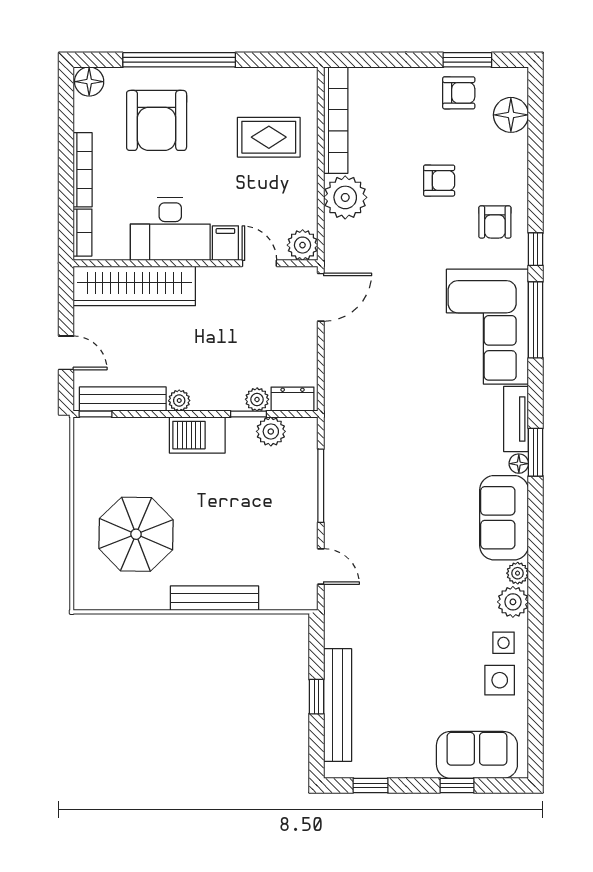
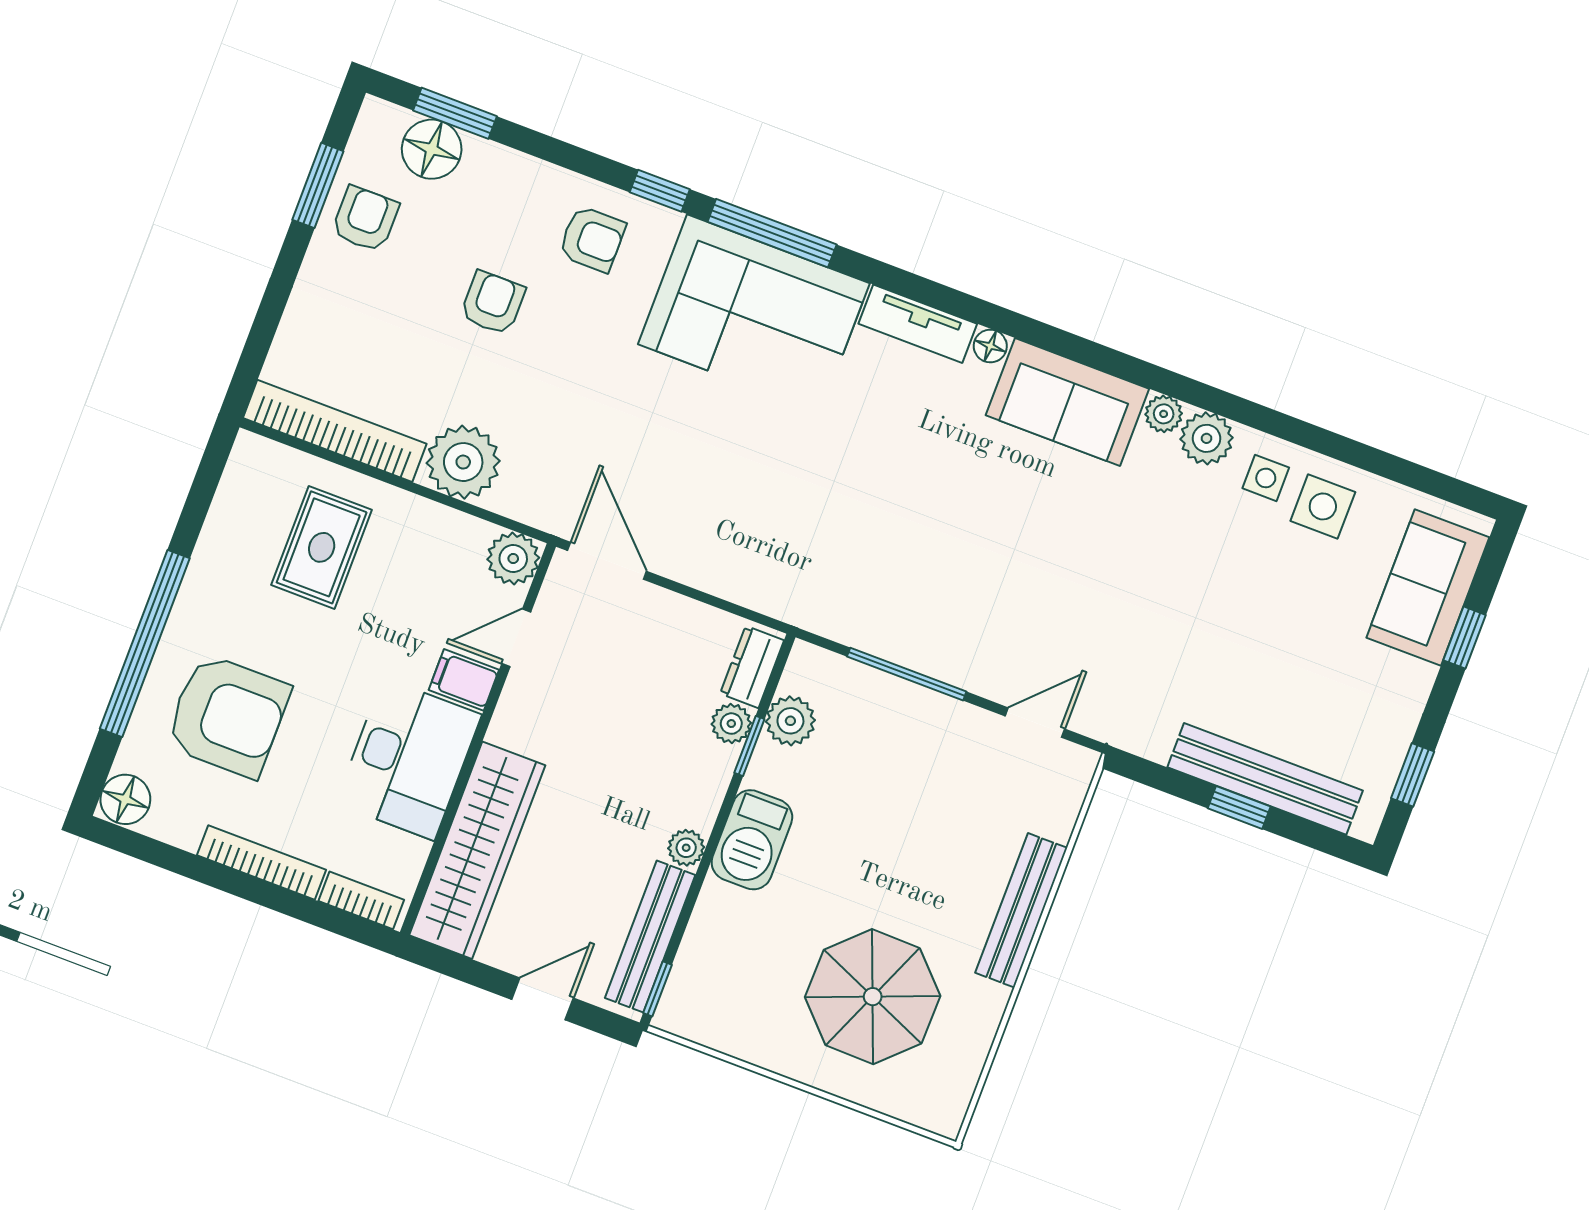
window: (536, 452) -> (455, 113), moved

